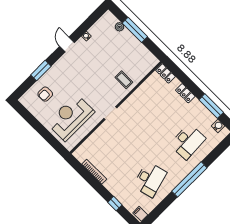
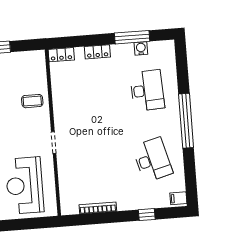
water cooler: (218, 126) -> (141, 48), moved

